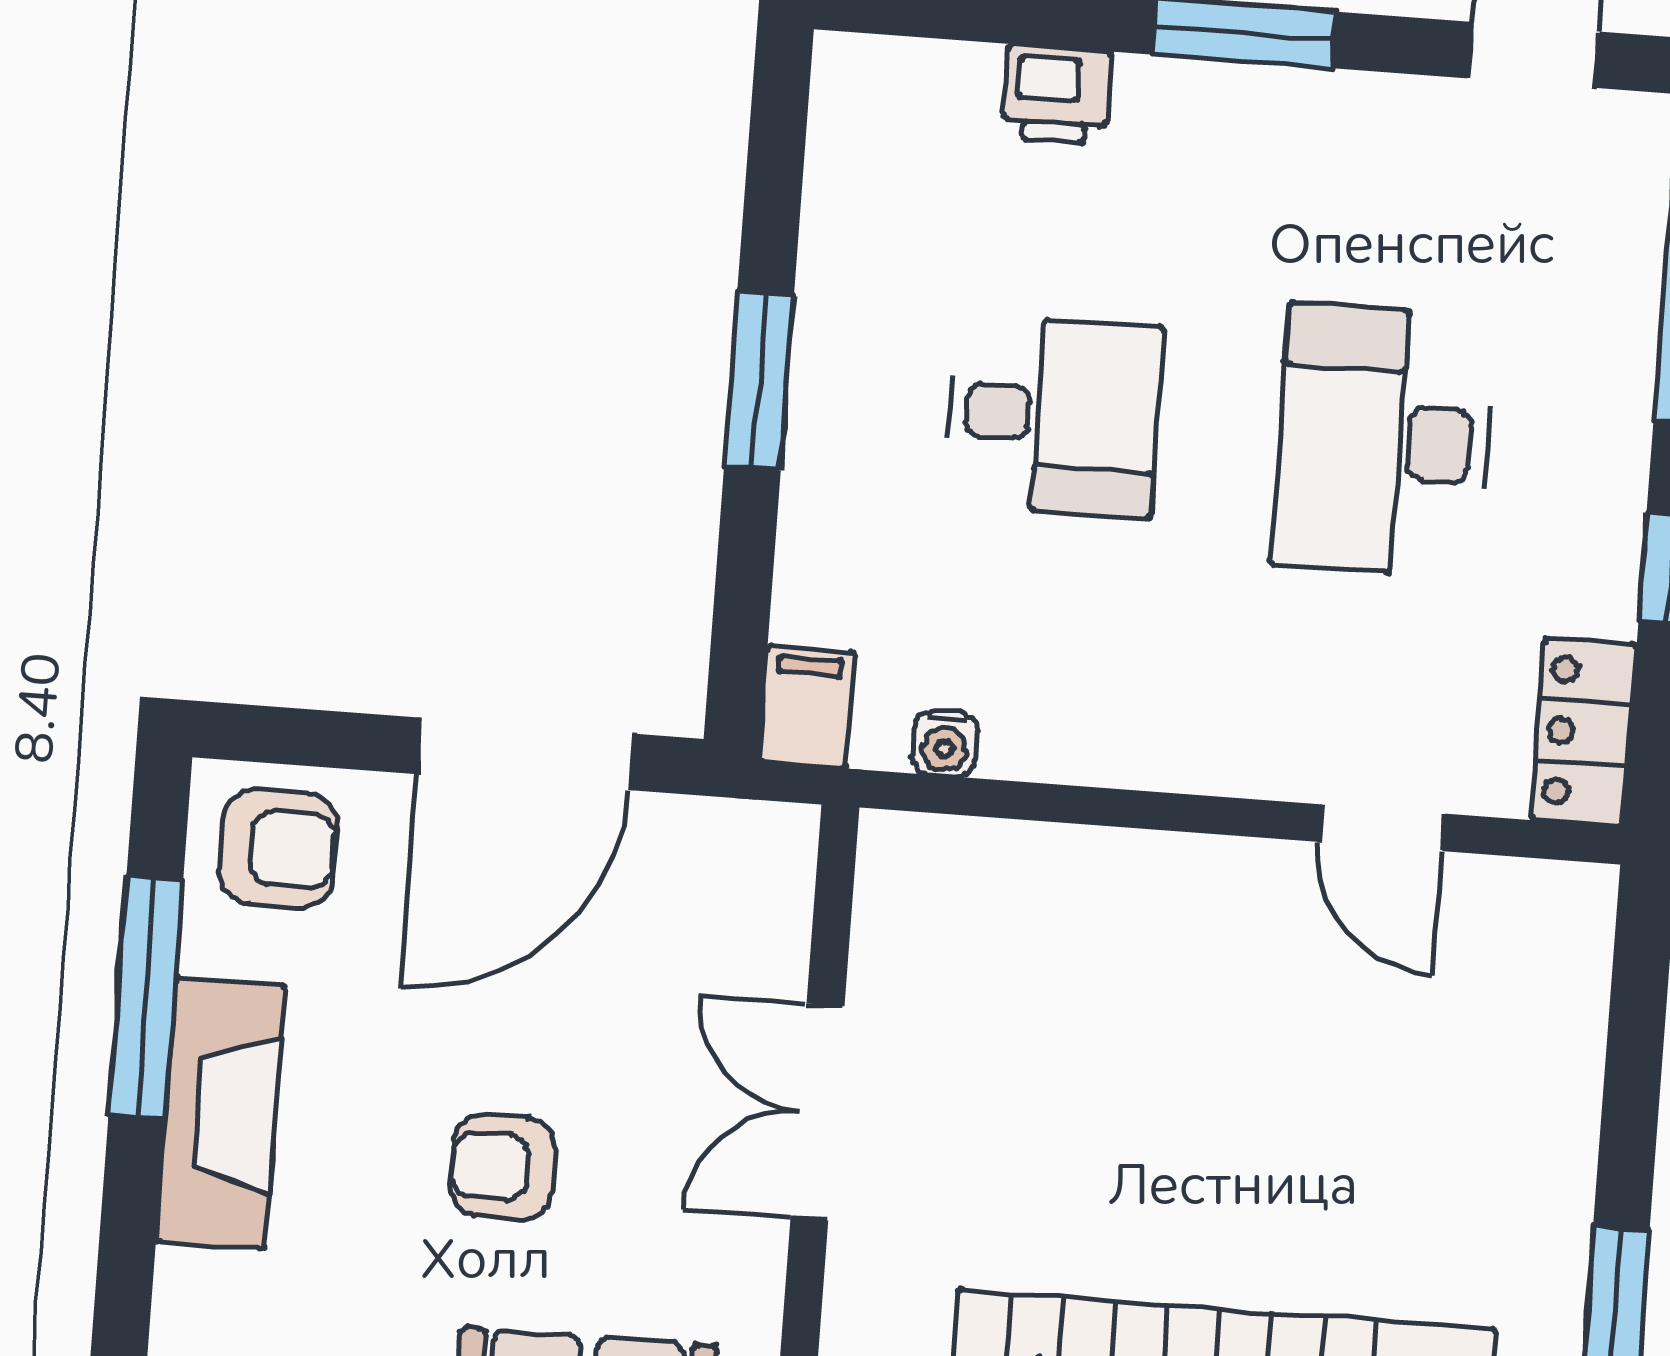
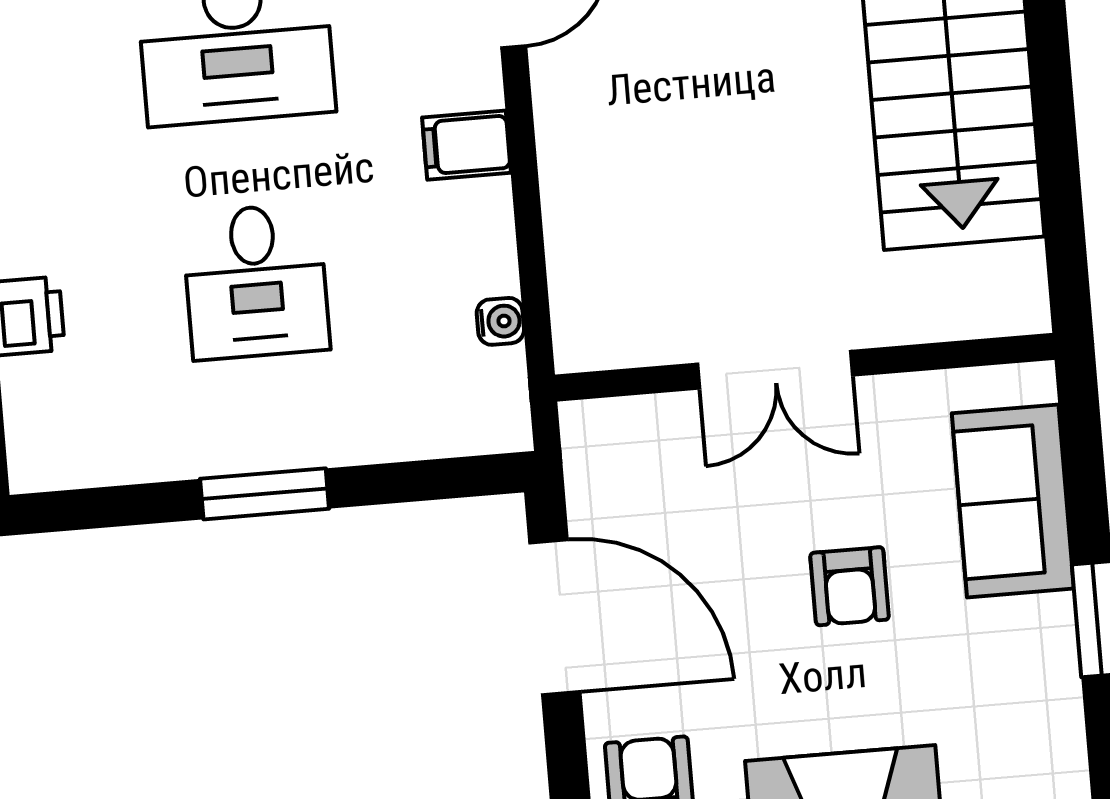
desk: (1054, 416) -> (256, 282), turned 180
filing cabinet: (807, 707) -> (466, 145), moved

